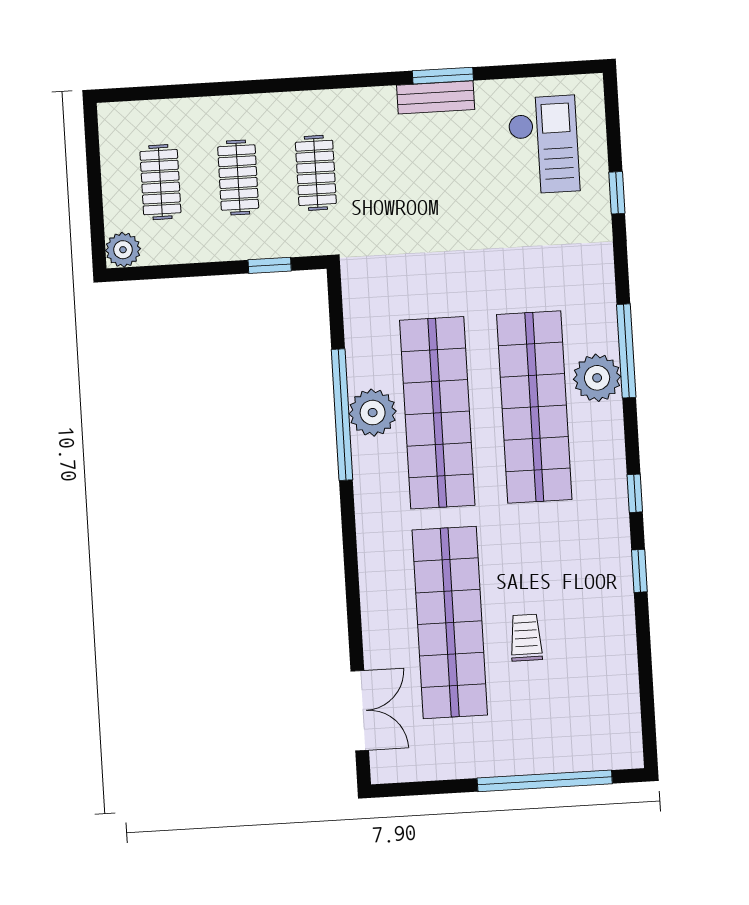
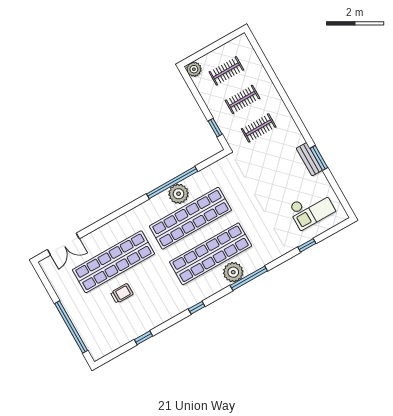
window: (639, 571) -> (144, 338), moved

